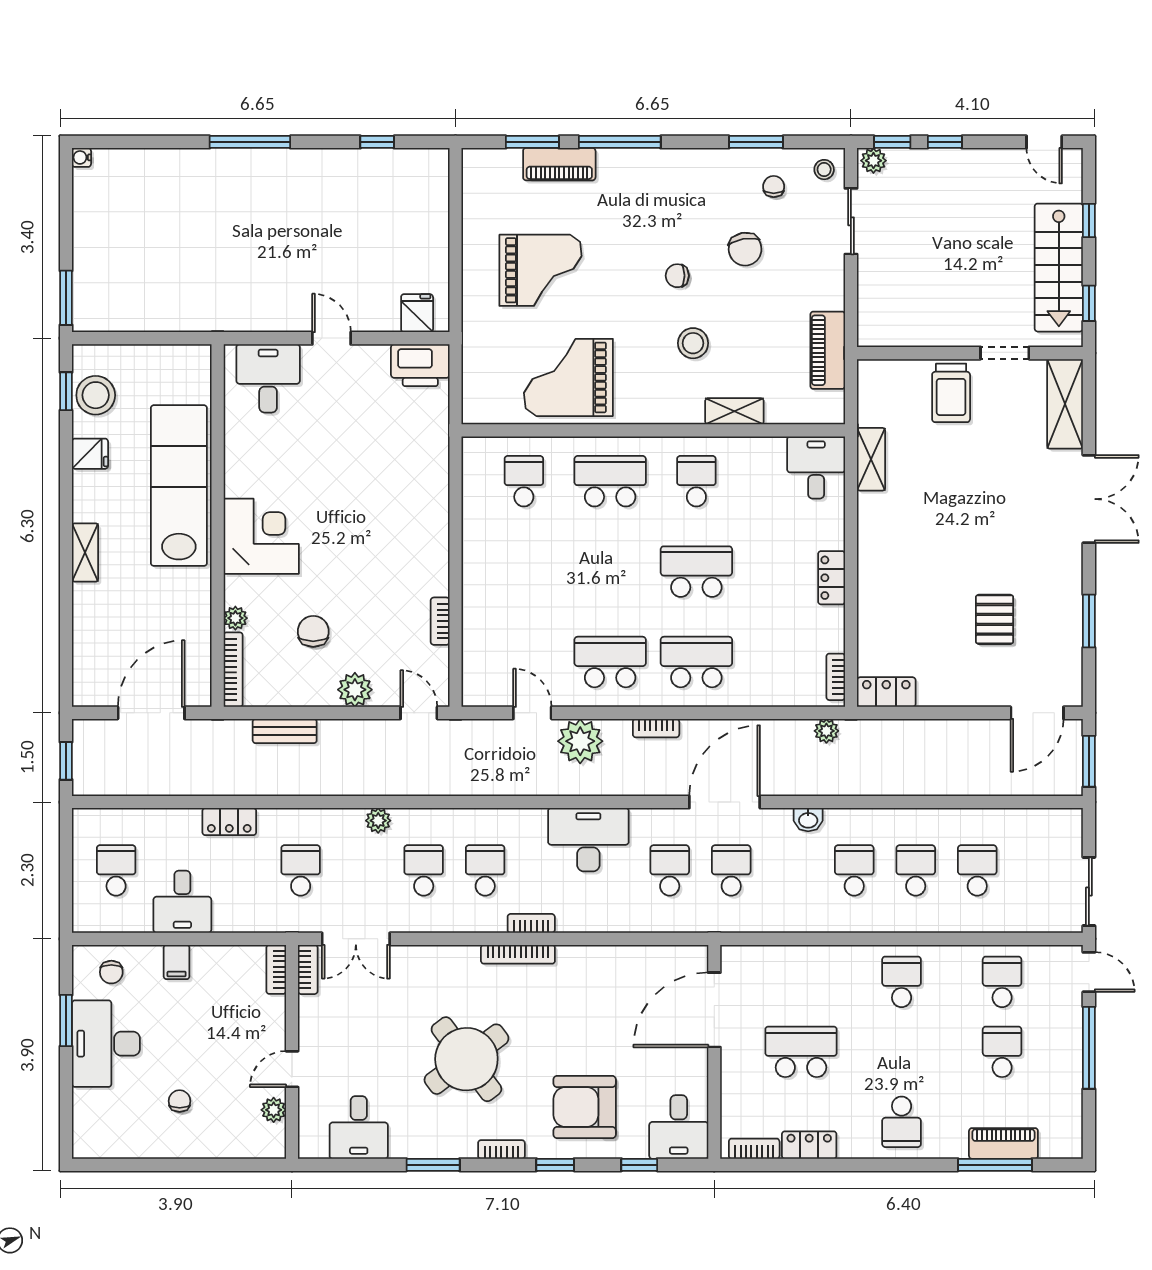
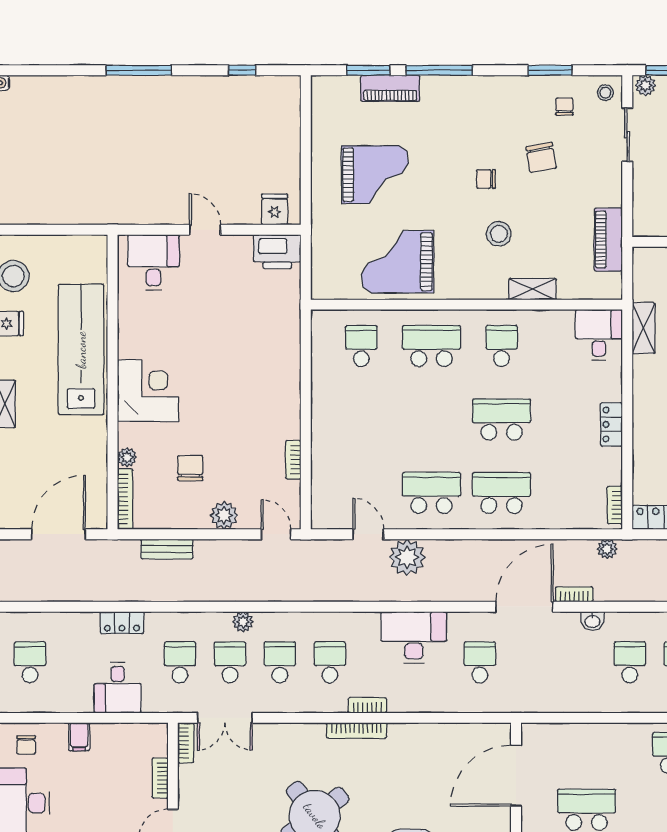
bookcase: (656, 728) -> (574, 594), moved, turned 180
school desk: (731, 870) -> (230, 662), moved
desk: (182, 902) -> (118, 688), moved
bookcase: (276, 969) -> (160, 778), moved

